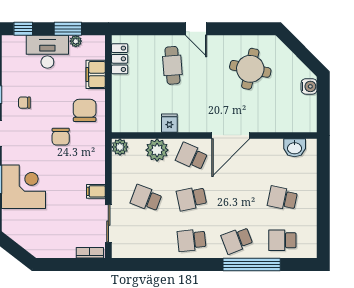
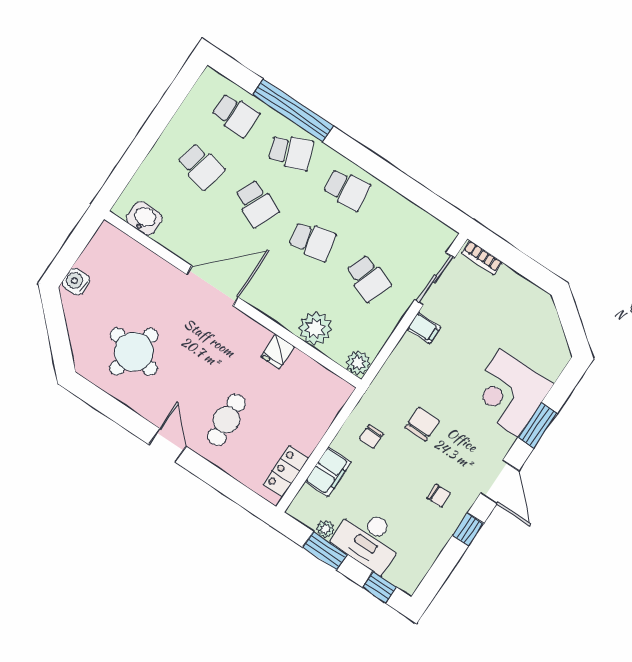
chair: (85, 110) -> (371, 437), width x0.54, depth x0.54
school desk: (192, 157) -> (257, 203), moved

